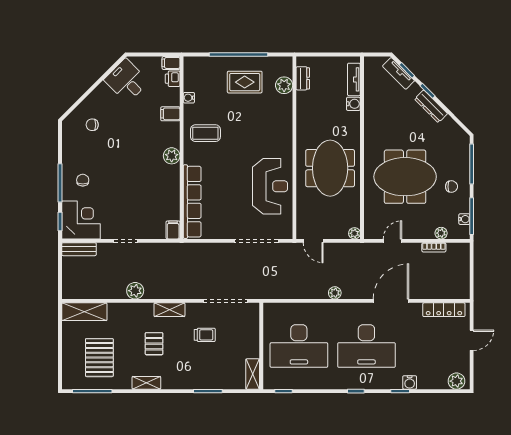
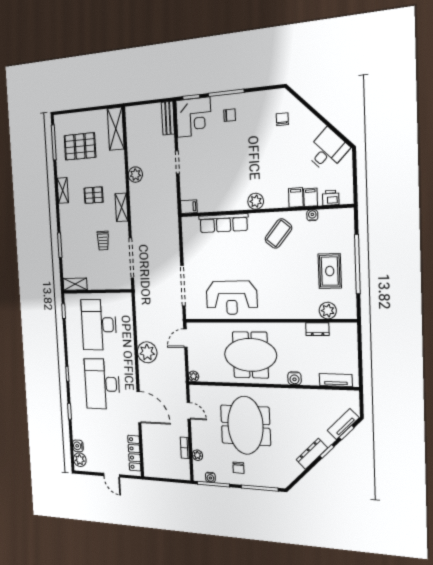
filing cabinet: (171, 63) -> (311, 197), moved
dresser: (303, 78) -> (317, 329), moved
water cooler: (353, 104) -> (294, 378), moved
coffee table: (205, 133) -> (278, 233), turned 40
row of seats: (192, 202) -> (223, 223), width x0.73
plant: (335, 293) -> (147, 352), width x1.88, depth x1.88
water cooler: (410, 382) -> (78, 446), moved

